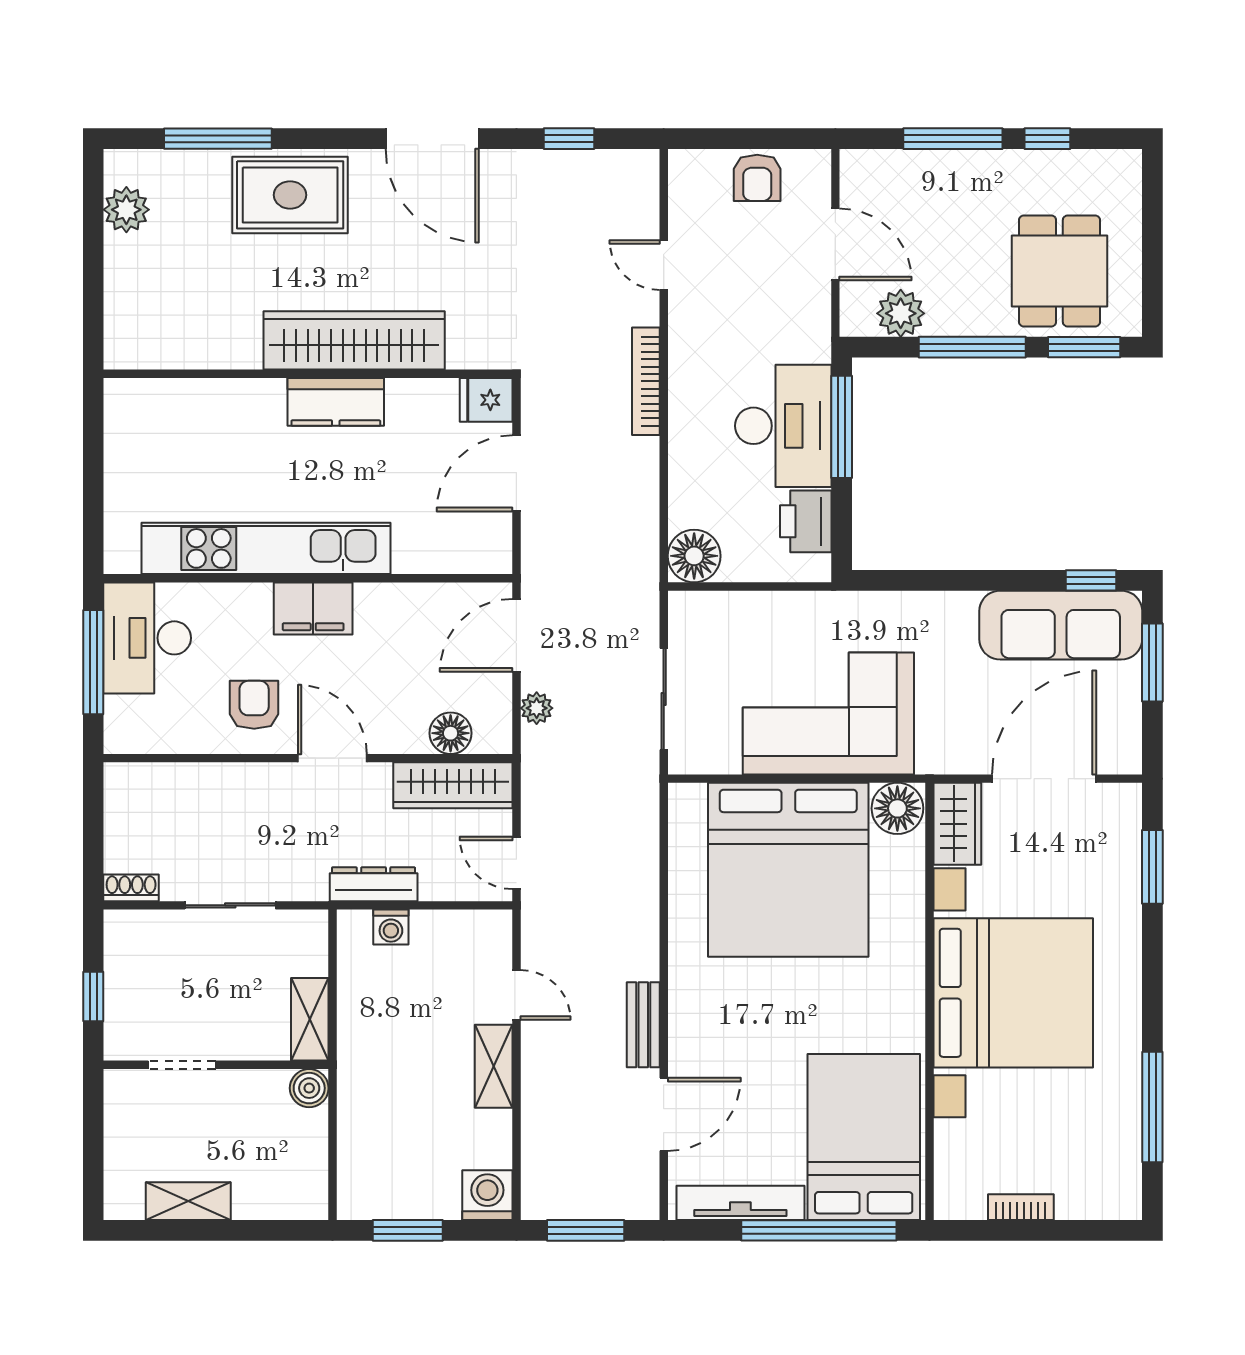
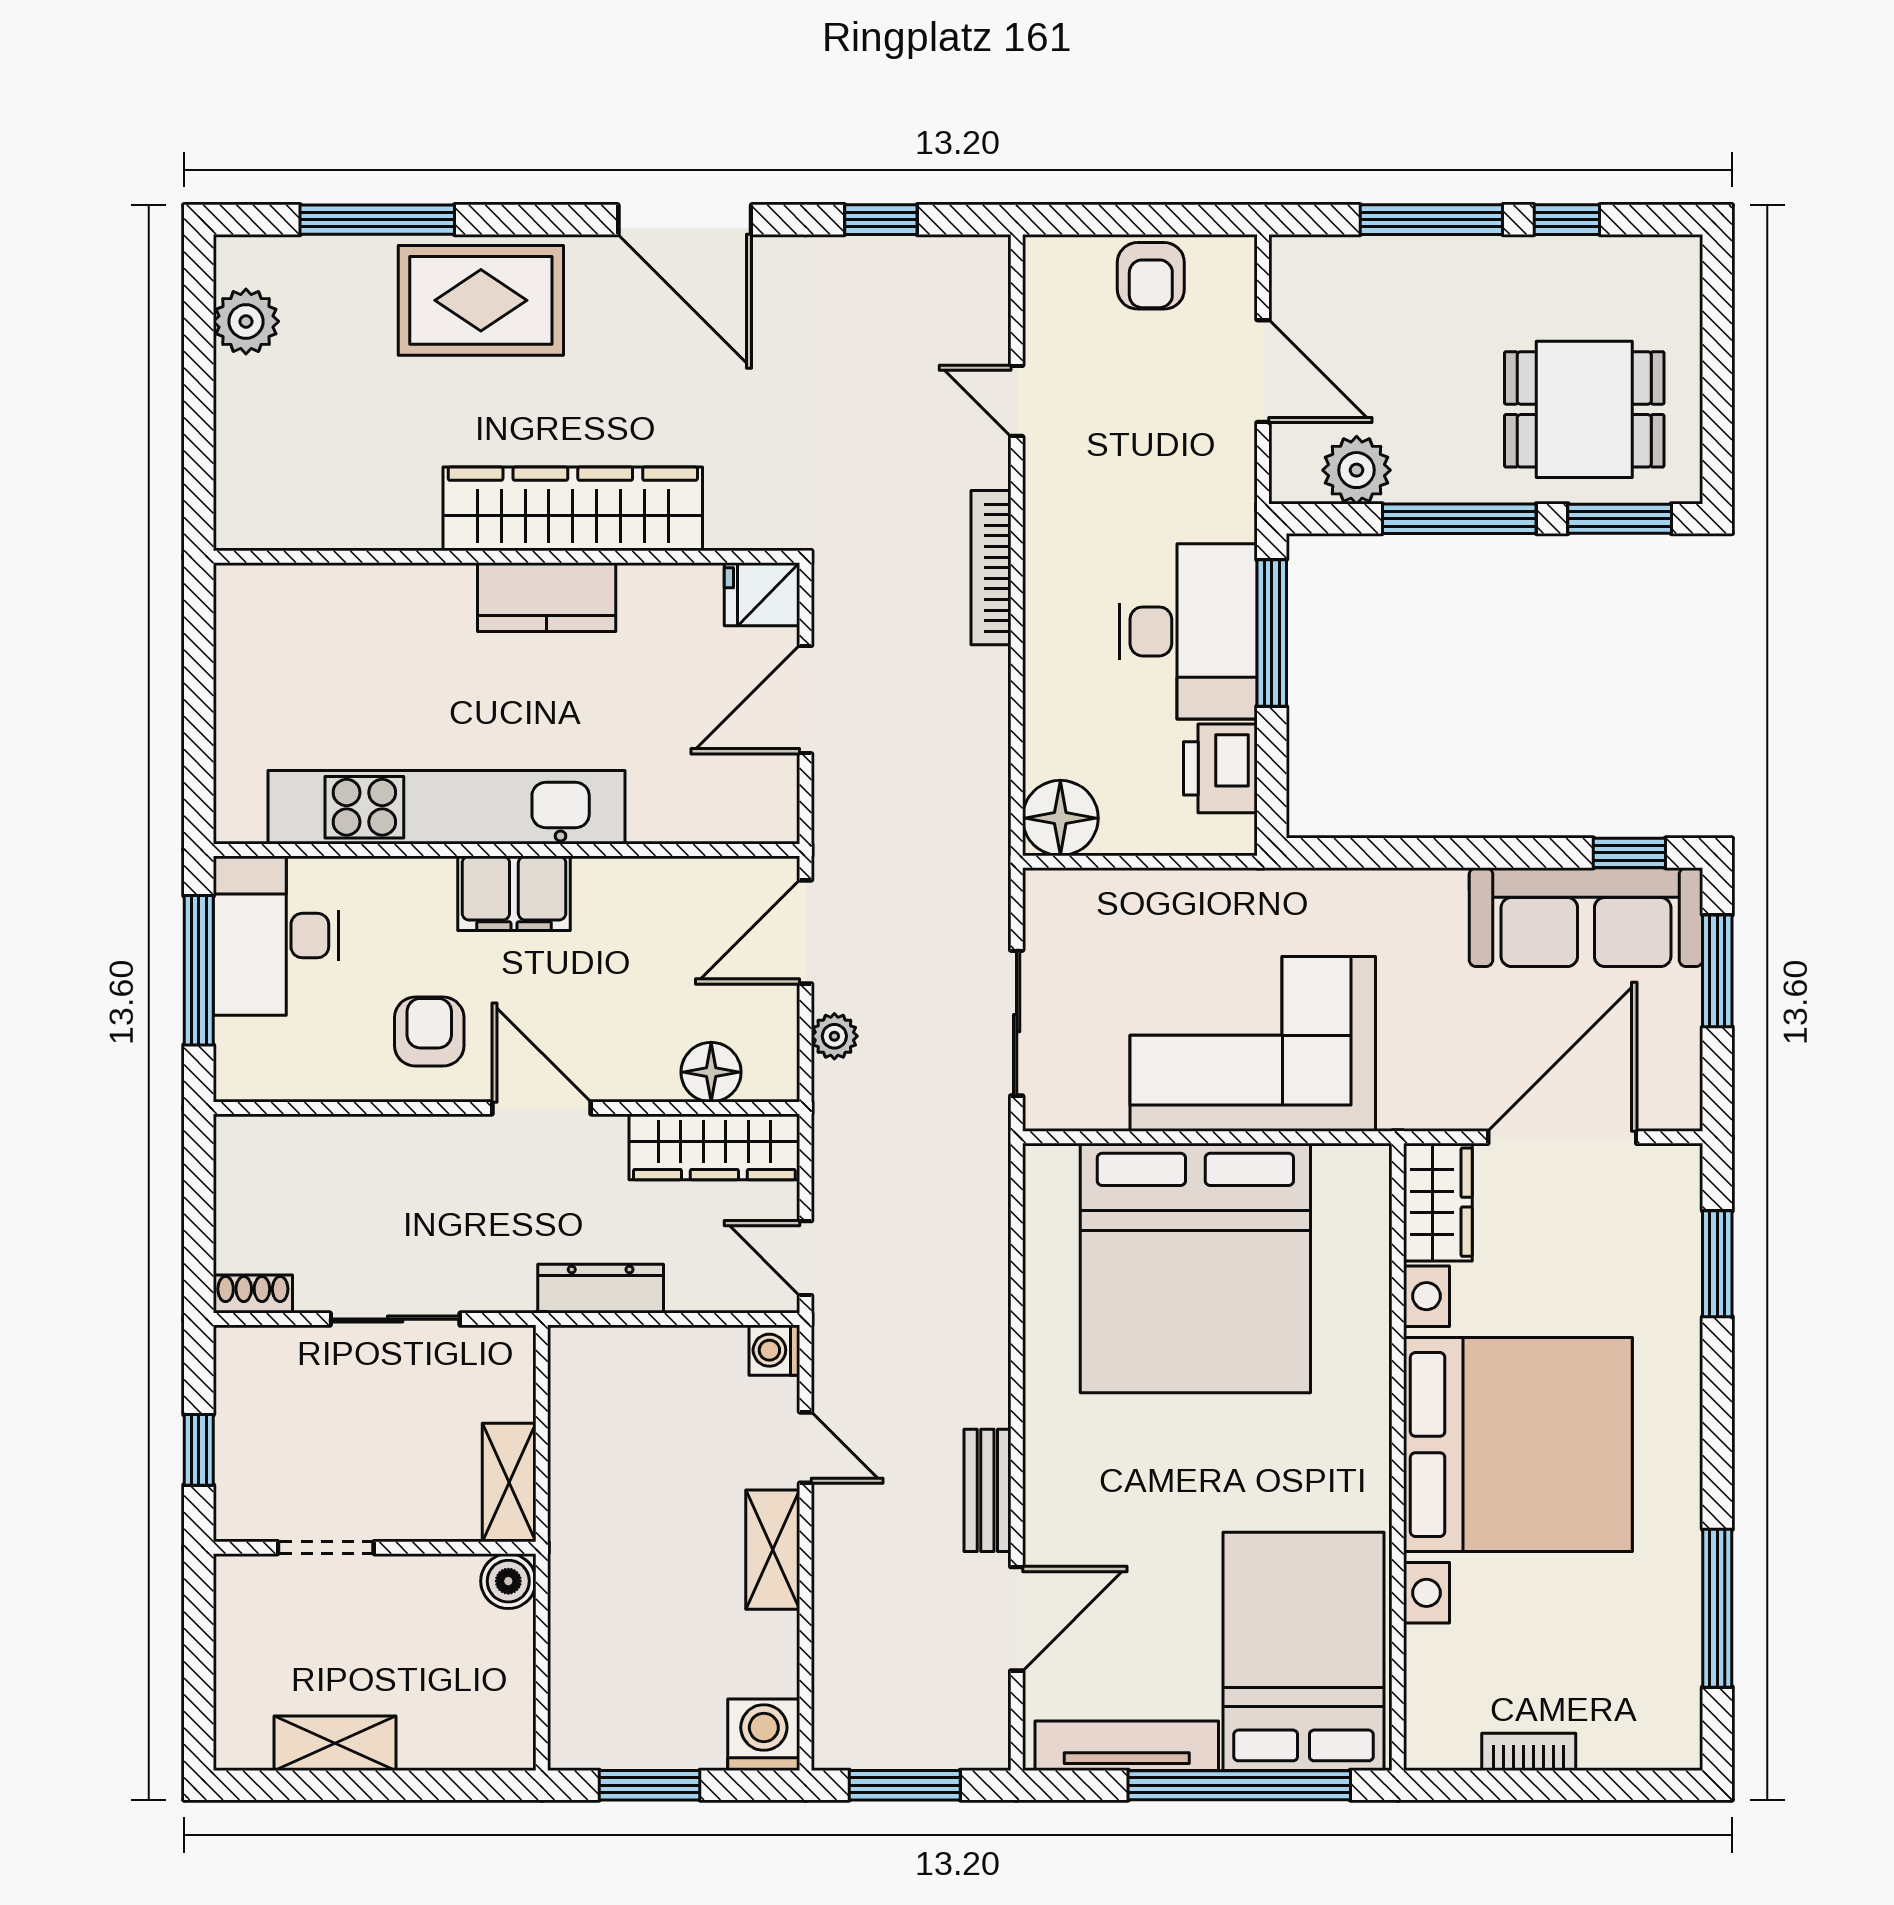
dining table: (1059, 271) -> (1584, 409), turned 90
floor lamp: (897, 808) -> (1352, 1180), removed
washing machine: (391, 927) -> (774, 1350), moved, turned 90

